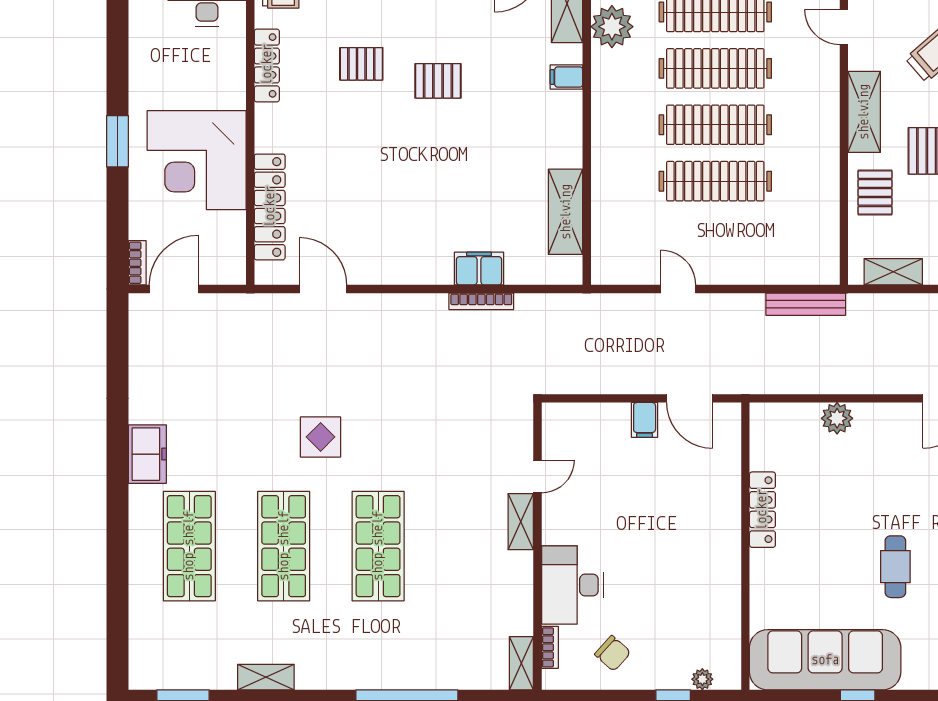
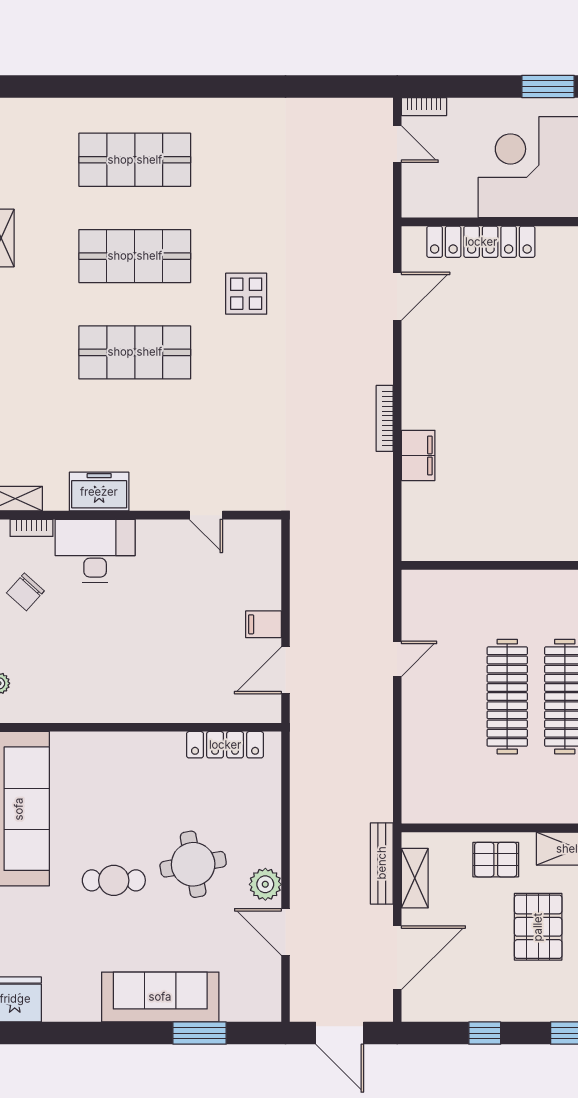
shelving: (566, 212) -> (476, 544), removed
door: (174, 289) -> (397, 144), width x0.73
bookcase: (481, 301) -> (385, 418), moved
bench: (806, 304) -> (382, 863), moved
plant: (837, 418) -> (265, 884), moved
freezer: (147, 454) -> (99, 492), moved, turned 180
round table: (880, 489) -> (193, 864), added
locker: (762, 510) -> (225, 745), moved
shelving: (521, 522) -> (160, 498), removed

